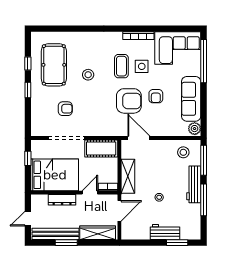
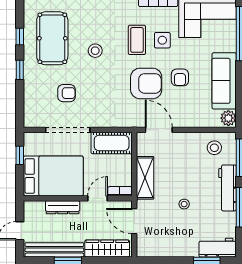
door: (119, 211) -> (134, 221), swing flipped
workbench: (165, 232) -> (217, 248), moved

